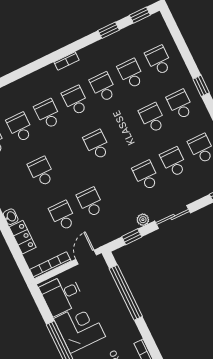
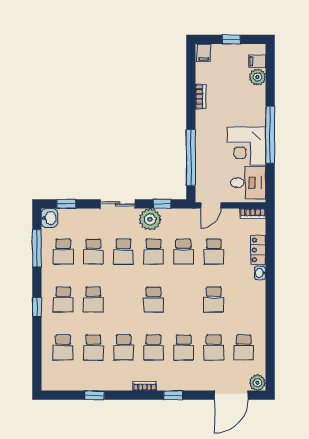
window: (140, 15) -> (173, 395), moved
school desk: (118, 189) -> (153, 252), added
plant: (143, 220) -> (150, 219), width x1.88, depth x1.88
bookcase: (50, 265) -> (253, 213), width x0.64

